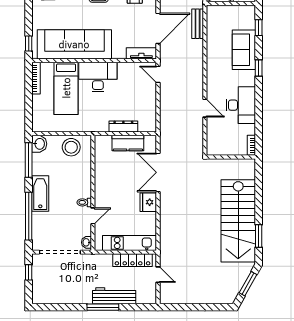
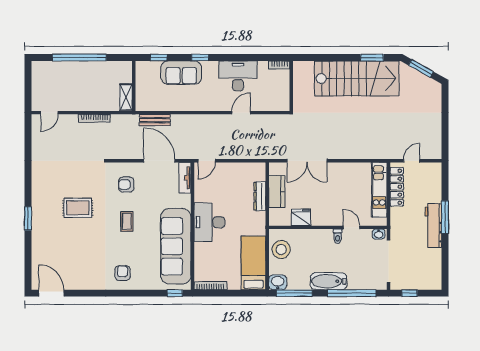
bed: (66, 88) -> (253, 263), moved, turned -90
fridge: (148, 202) -> (301, 217), moved, turned 180
workbench: (114, 296) -> (433, 226), moved

